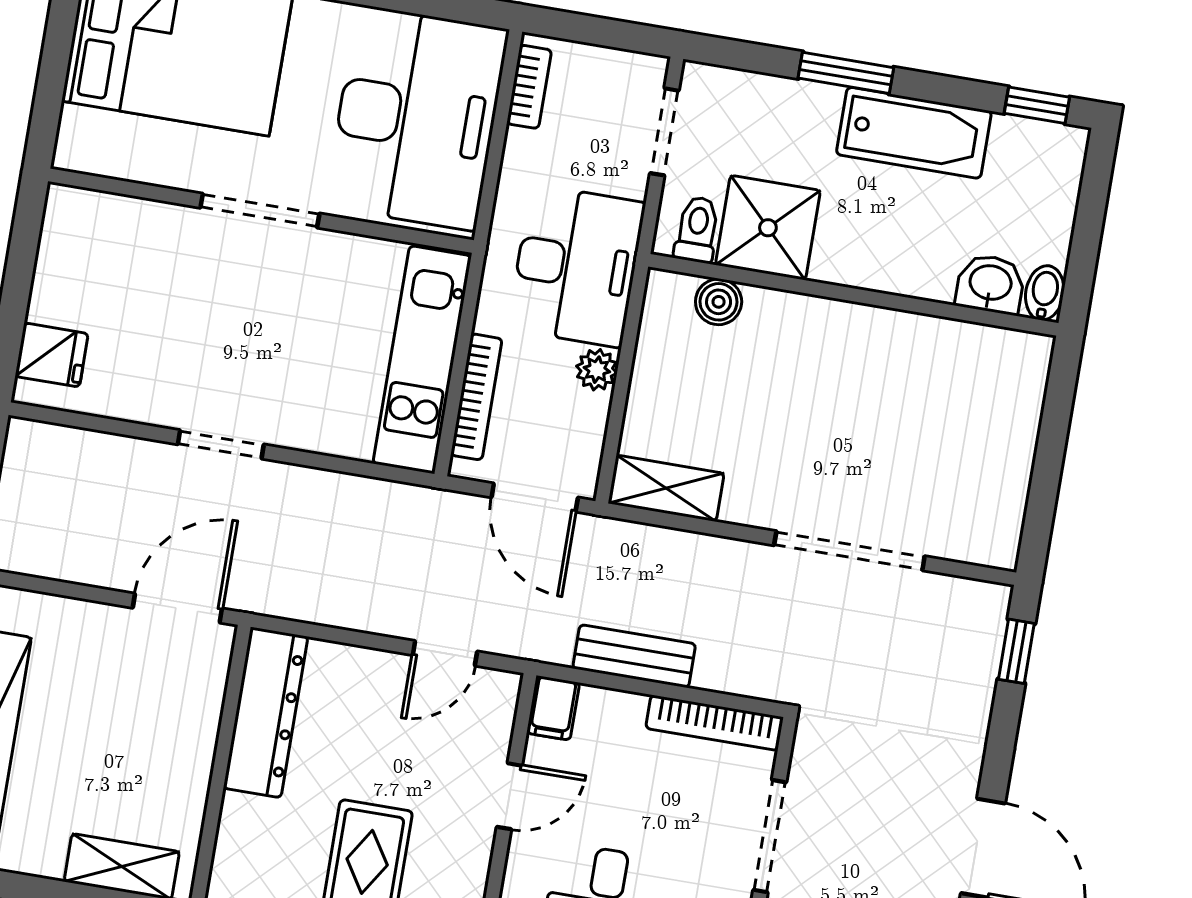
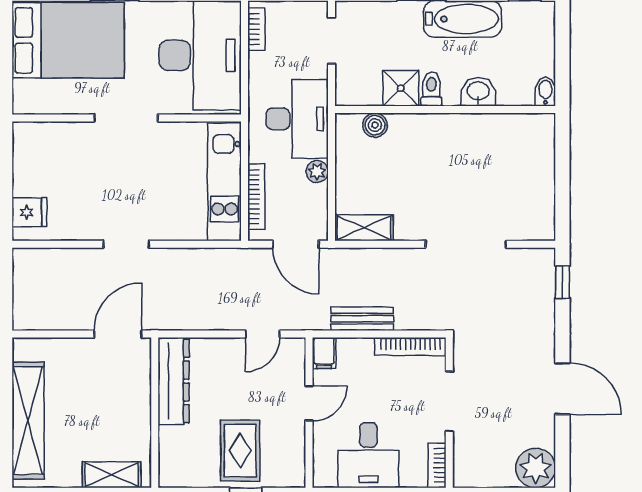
shower: (768, 228) -> (401, 88), width x0.73, depth x0.73
toilet: (697, 230) -> (431, 89), moved
washbasin: (990, 284) -> (478, 92), moved

